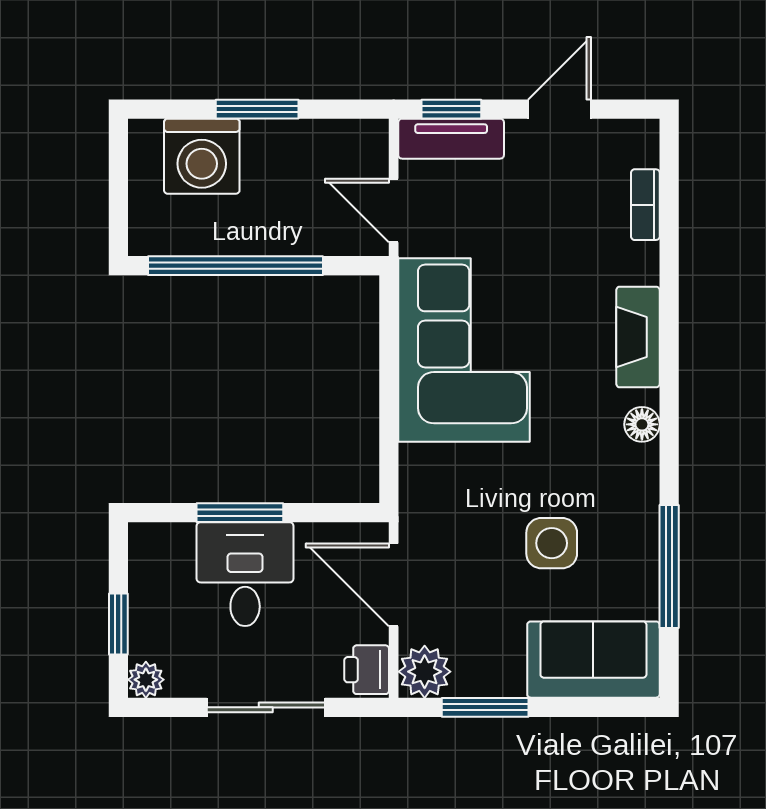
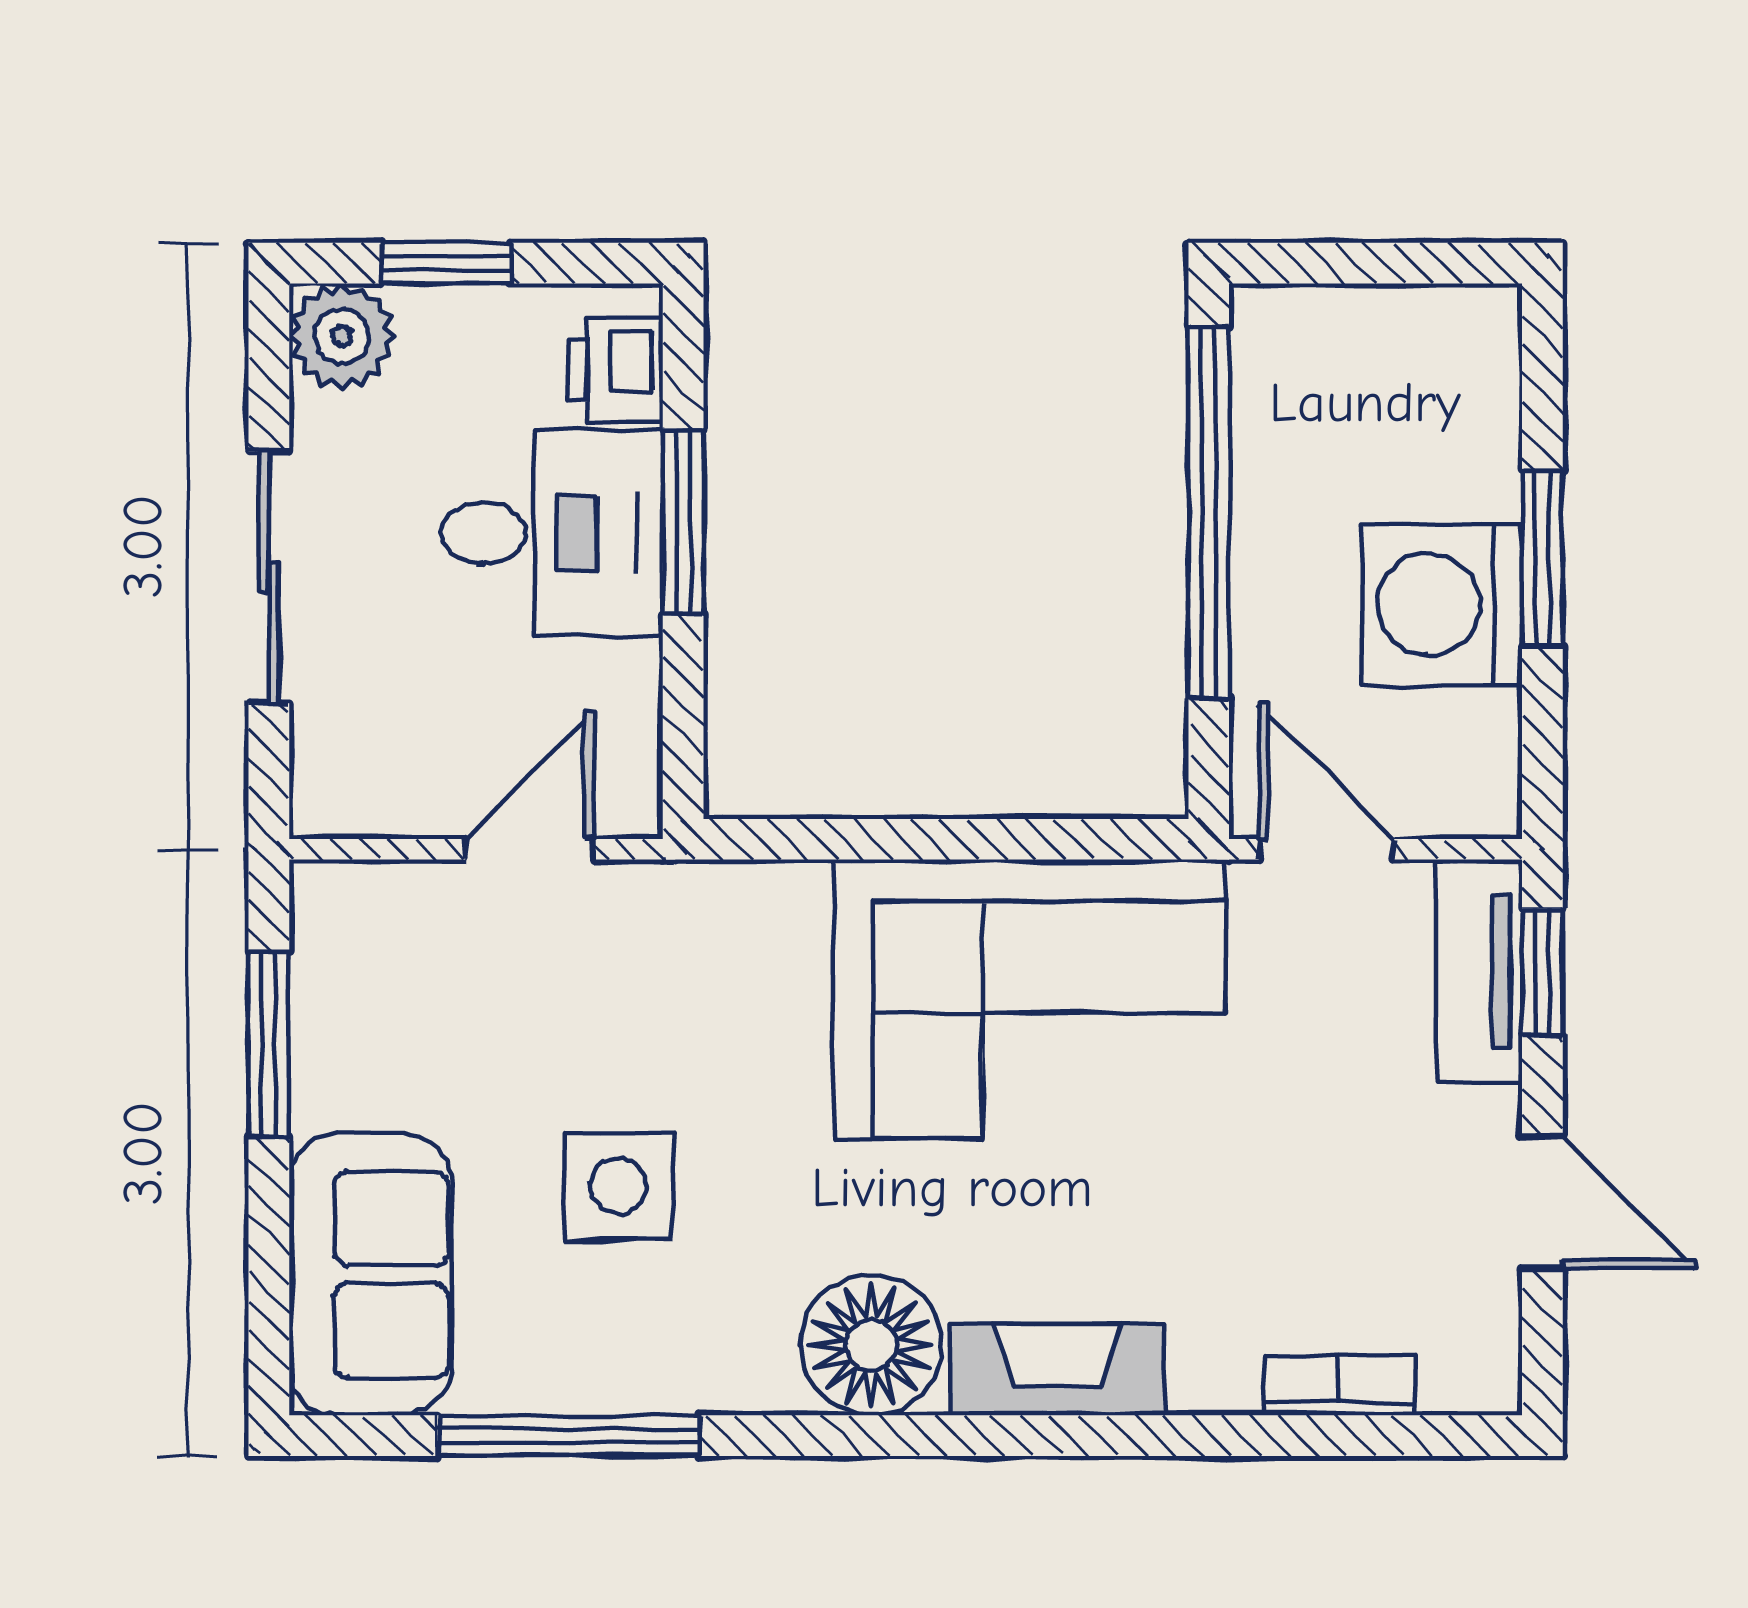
washing machine: (202, 156) -> (1442, 605), moved
door: (394, 210) -> (1327, 849), hinge flipped
floor lamp: (642, 424) -> (871, 1345), width x1.89, depth x1.89
door: (394, 585) -> (530, 849), width x0.73
printer: (367, 670) -> (616, 370), moved, turned -90
plant: (425, 672) -> (345, 915), removed
plant: (146, 680) -> (342, 336), width x1.38, depth x1.38

